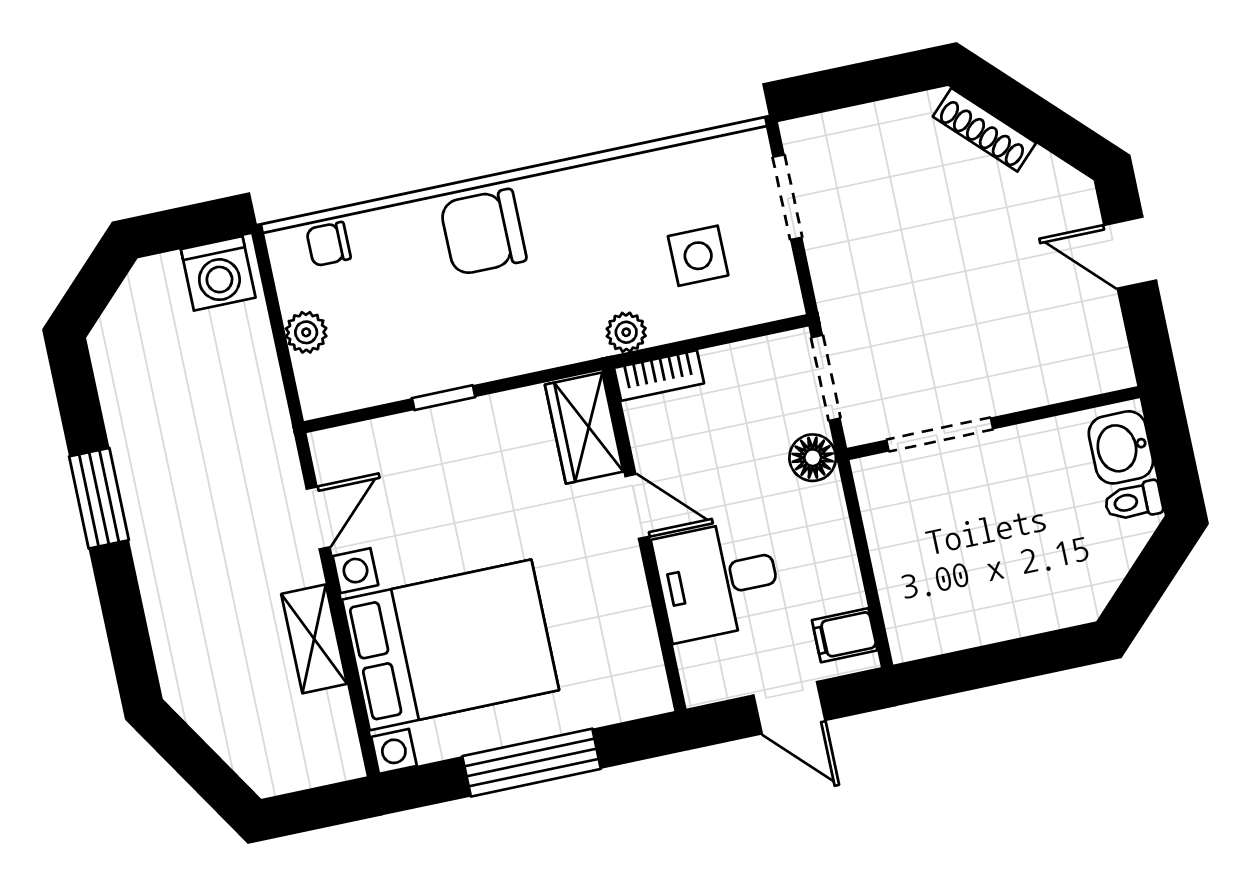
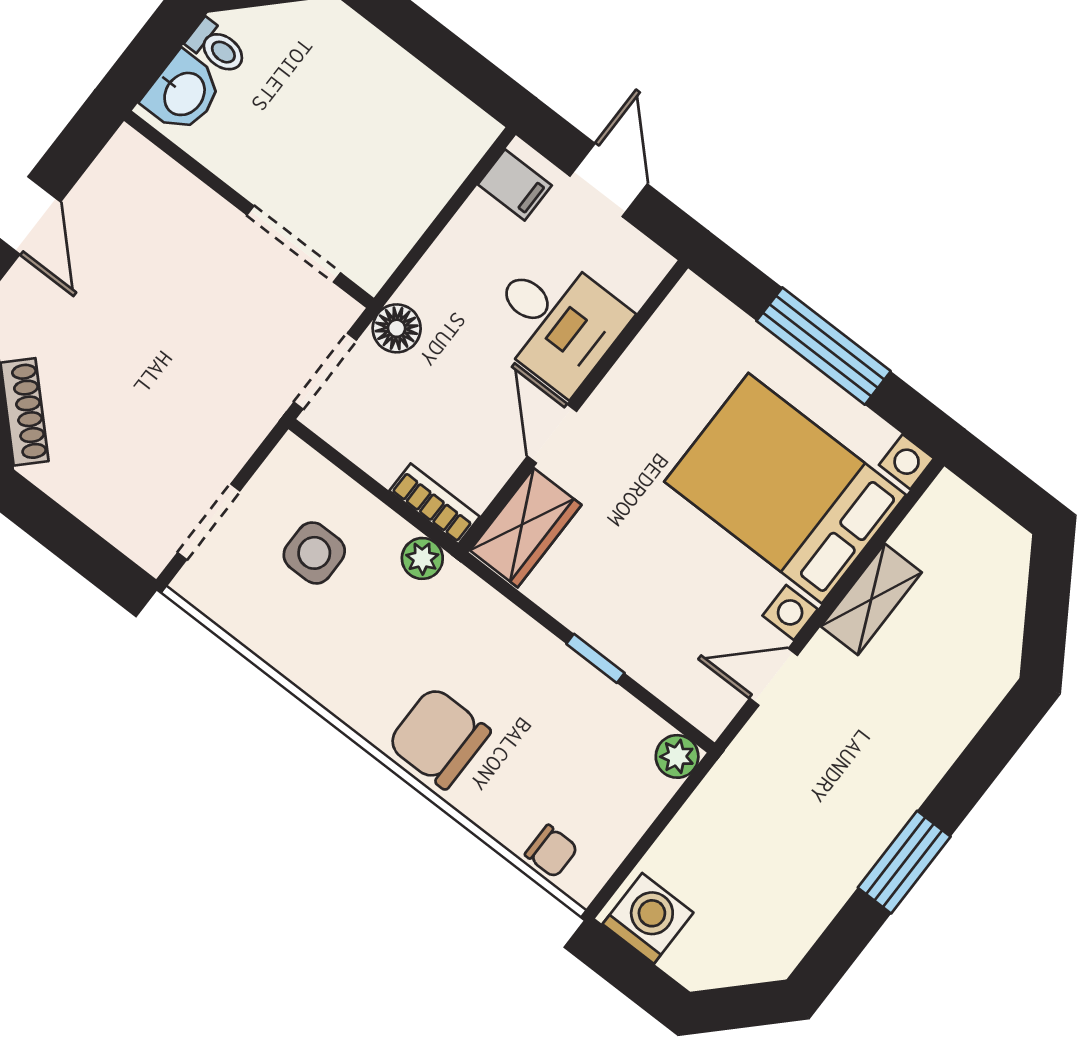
chair: (483, 232) -> (439, 738), turned 180
plant: (306, 332) -> (677, 756), moved

